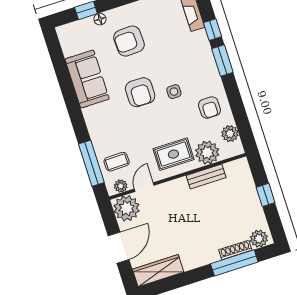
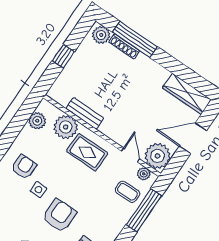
armchair: (209, 108) -> (24, 167), moved
door: (144, 187) -> (131, 155), swing flipped

